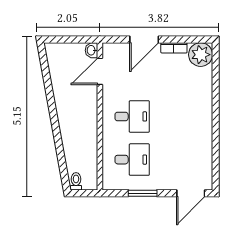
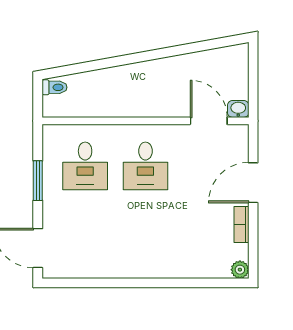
door: (144, 40) -> (253, 183), hinge flipped
plant: (201, 55) -> (240, 270), width x0.53, depth x0.53

